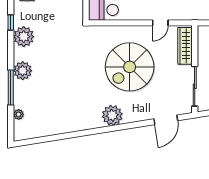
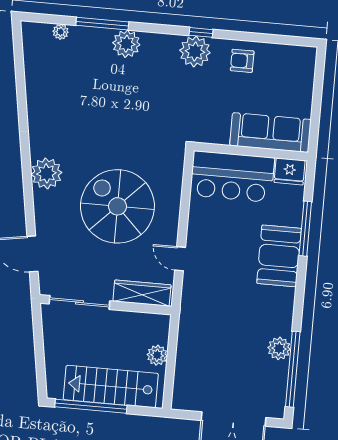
plant: (24, 37) -> (195, 51), moved

